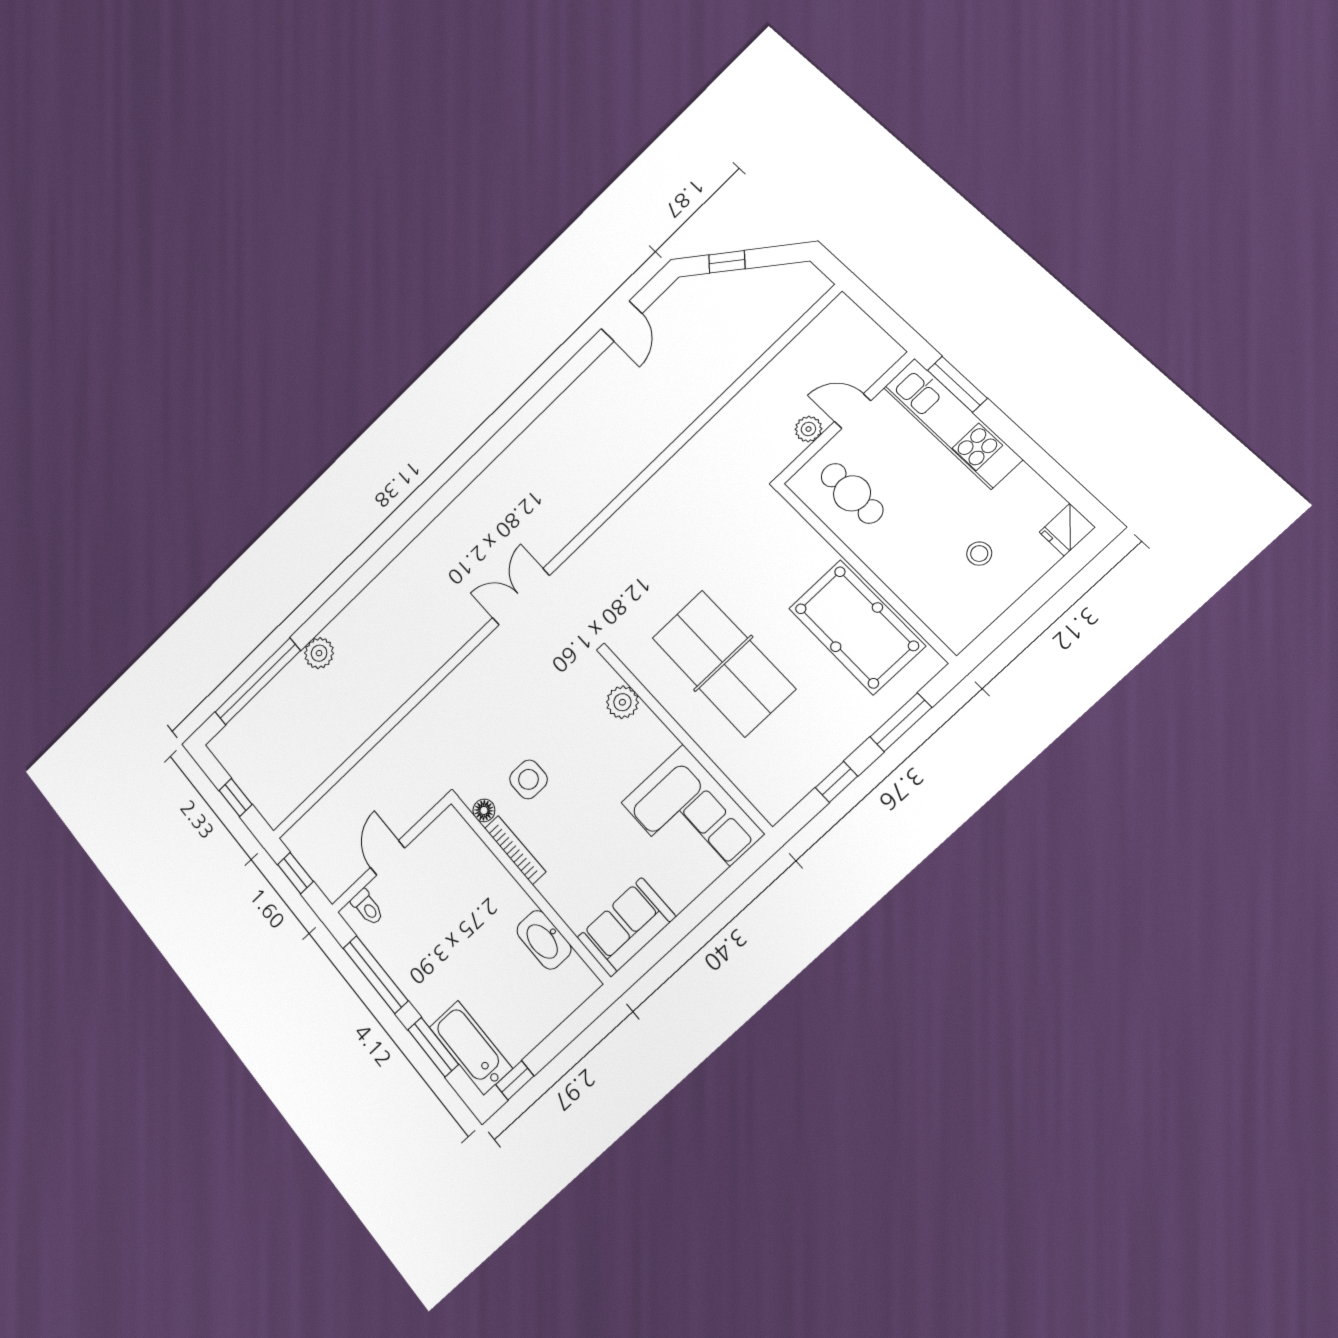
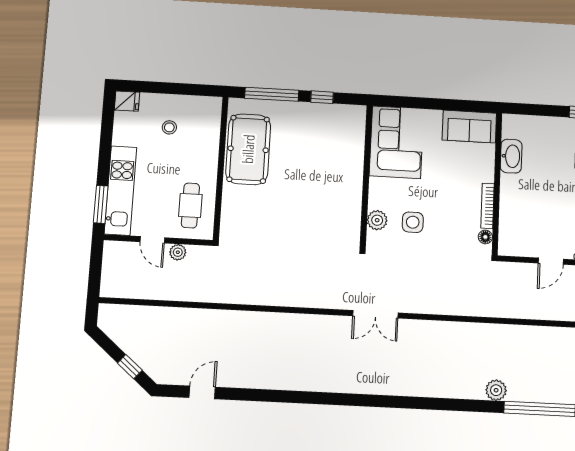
table tennis table: (723, 663) -> (317, 192), removed
window: (901, 722) -> (272, 94), width x1.44
side table: (528, 779) -> (413, 222), moved

